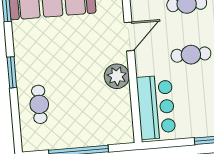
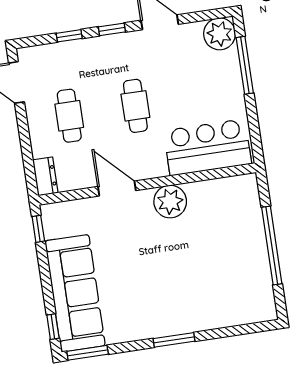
cafe table: (39, 104) -> (214, 301), removed

